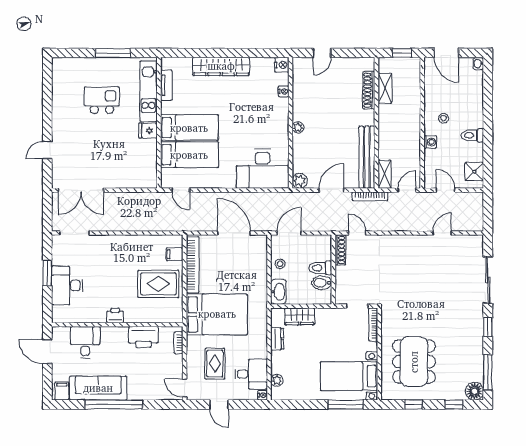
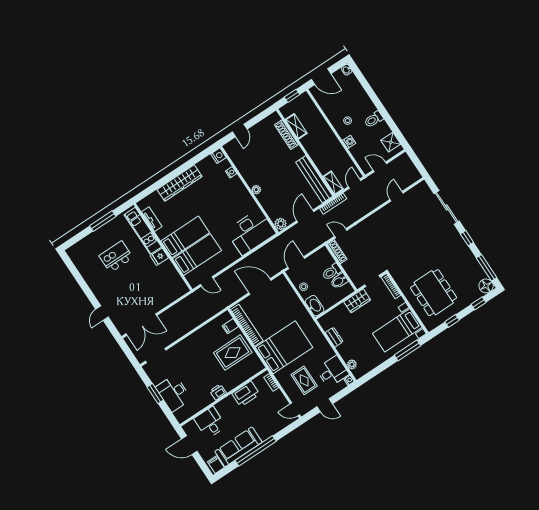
wardrobe: (300, 316) -> (357, 301), moved

